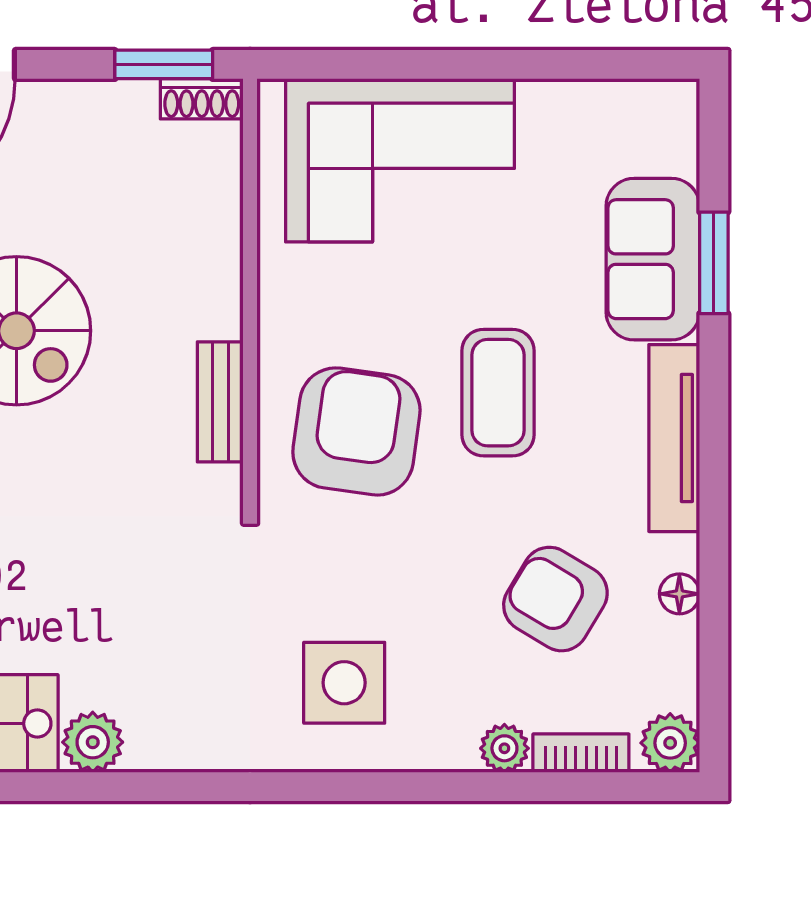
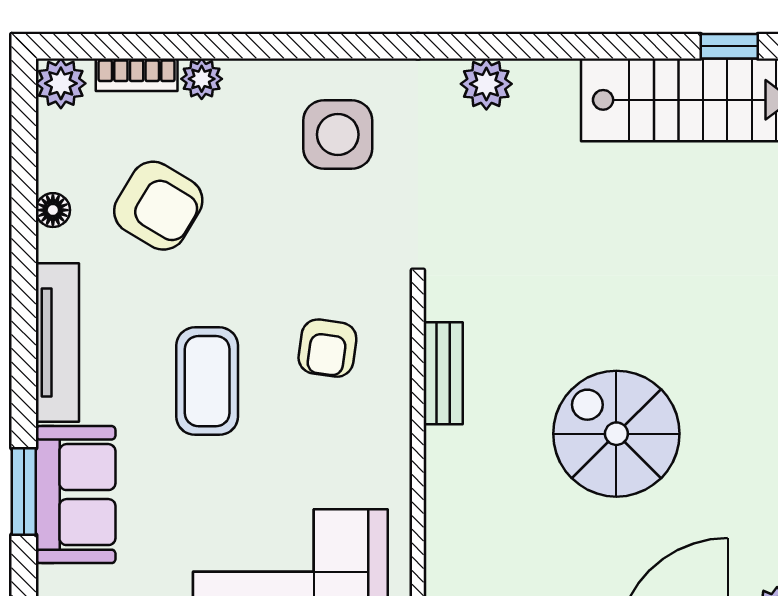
armchair: (356, 431) -> (327, 348), width x0.53, depth x0.53
plant: (93, 742) -> (486, 84), moved

